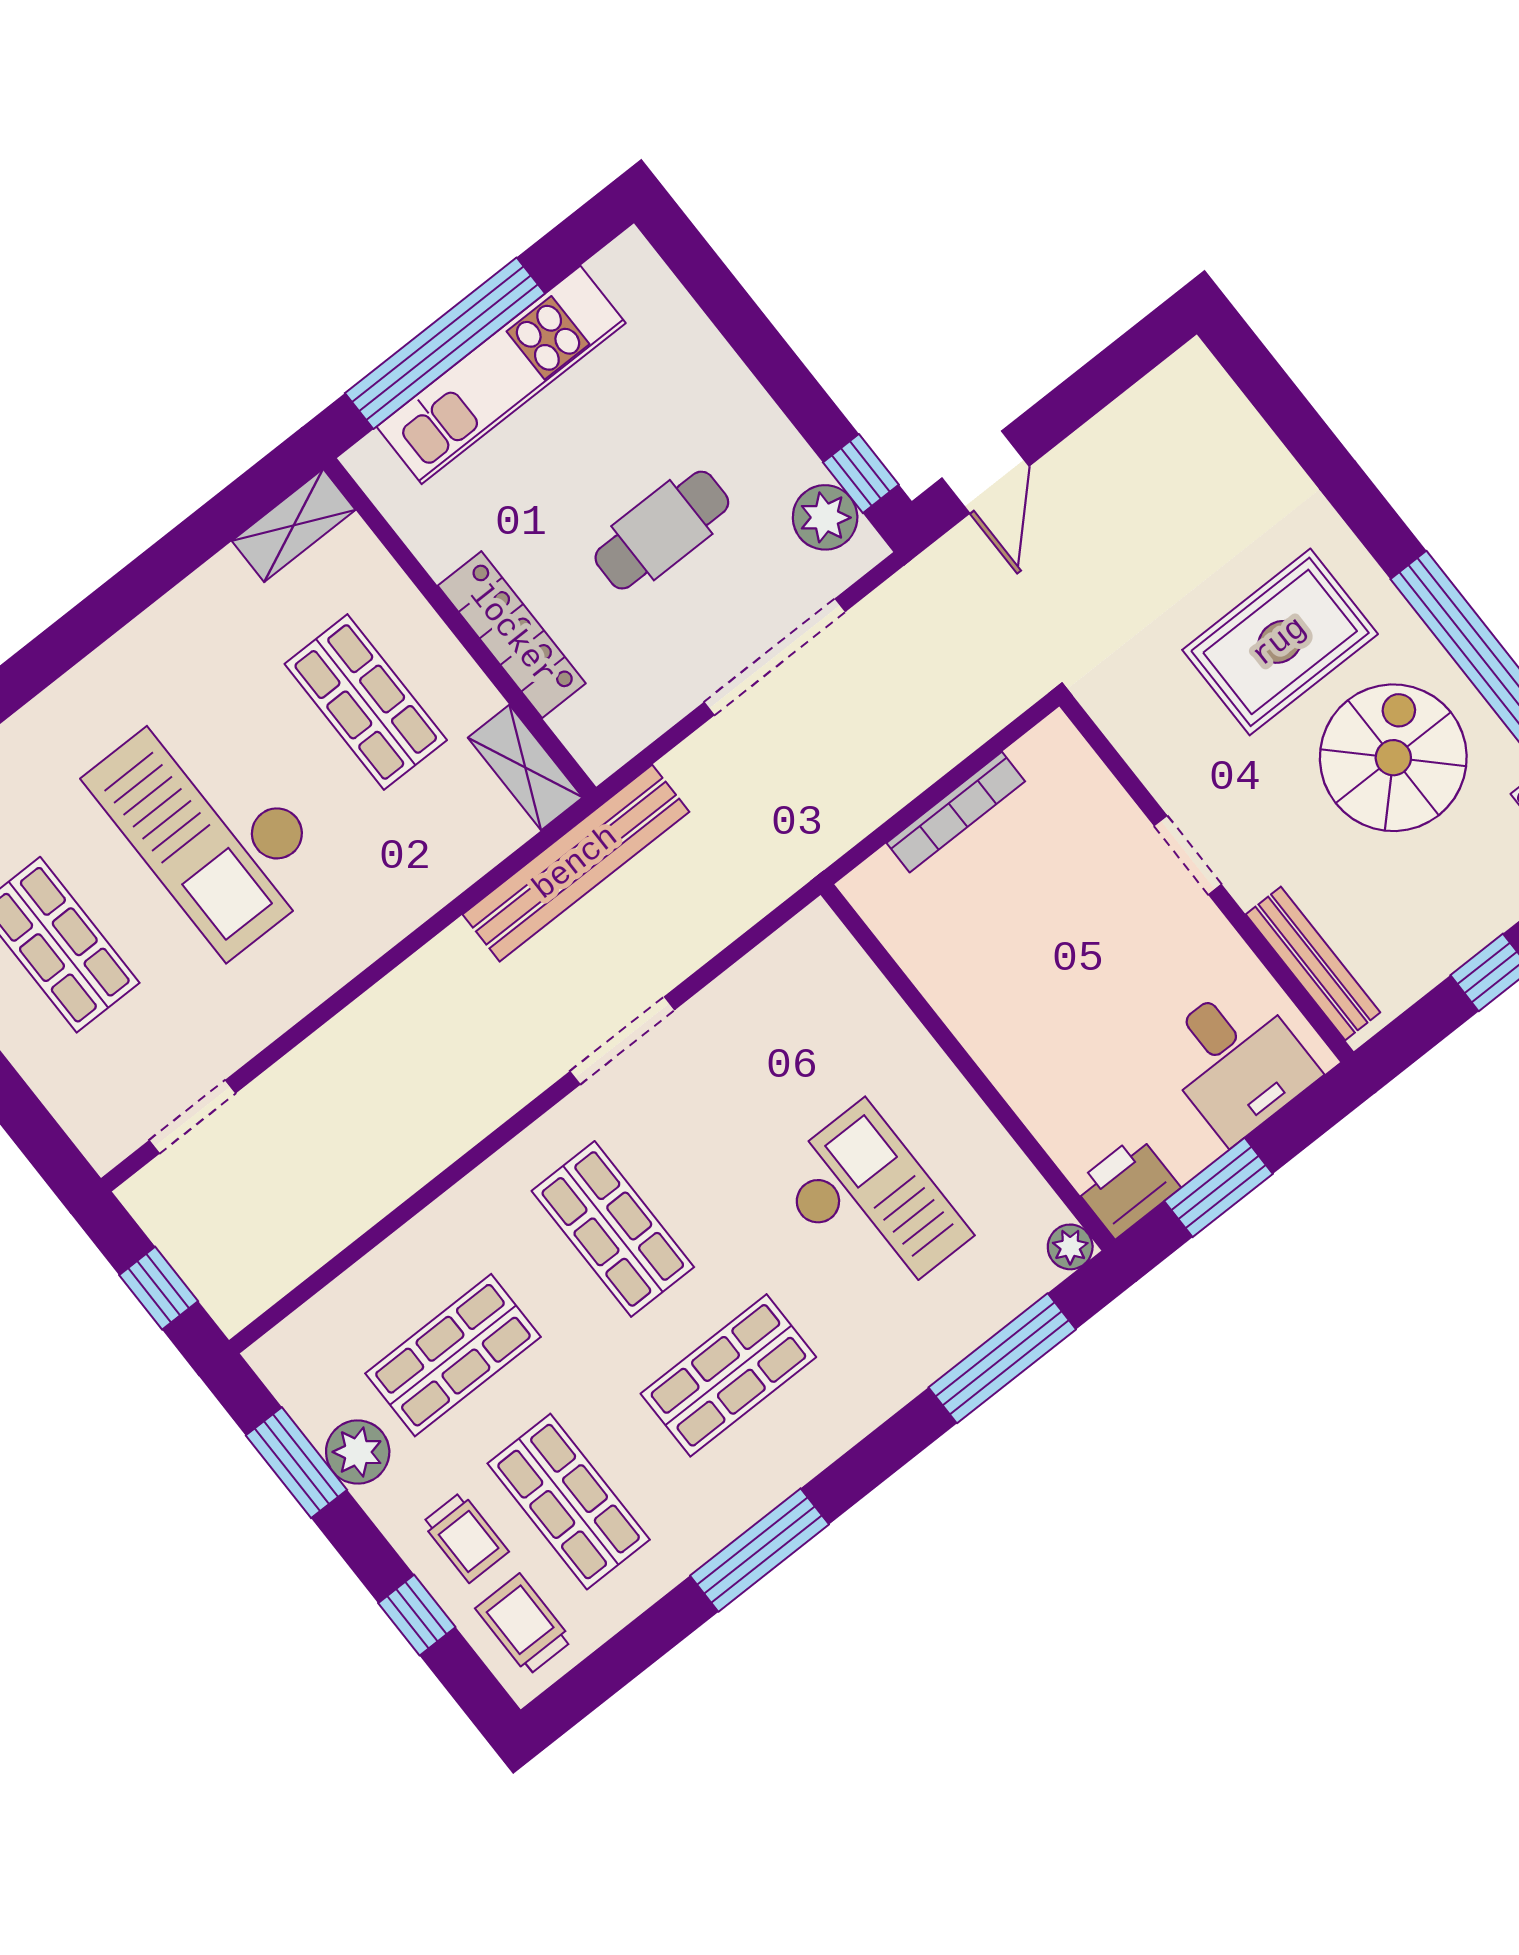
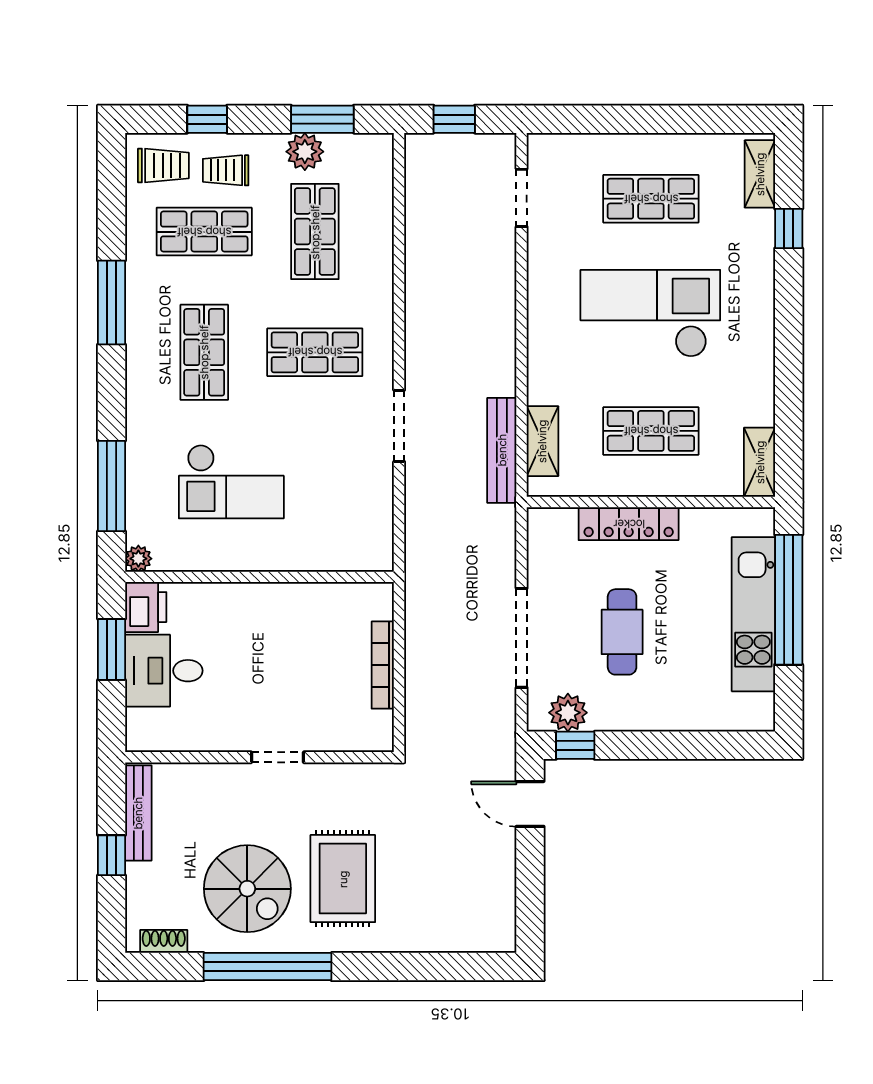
shelving: (525, 767) -> (542, 441), moved, turned 90
bench: (576, 863) -> (502, 450), width x0.73, depth x0.82
bench: (1313, 963) -> (138, 813), moved, turned 90
desk: (1236, 1061) -> (164, 671), moved

